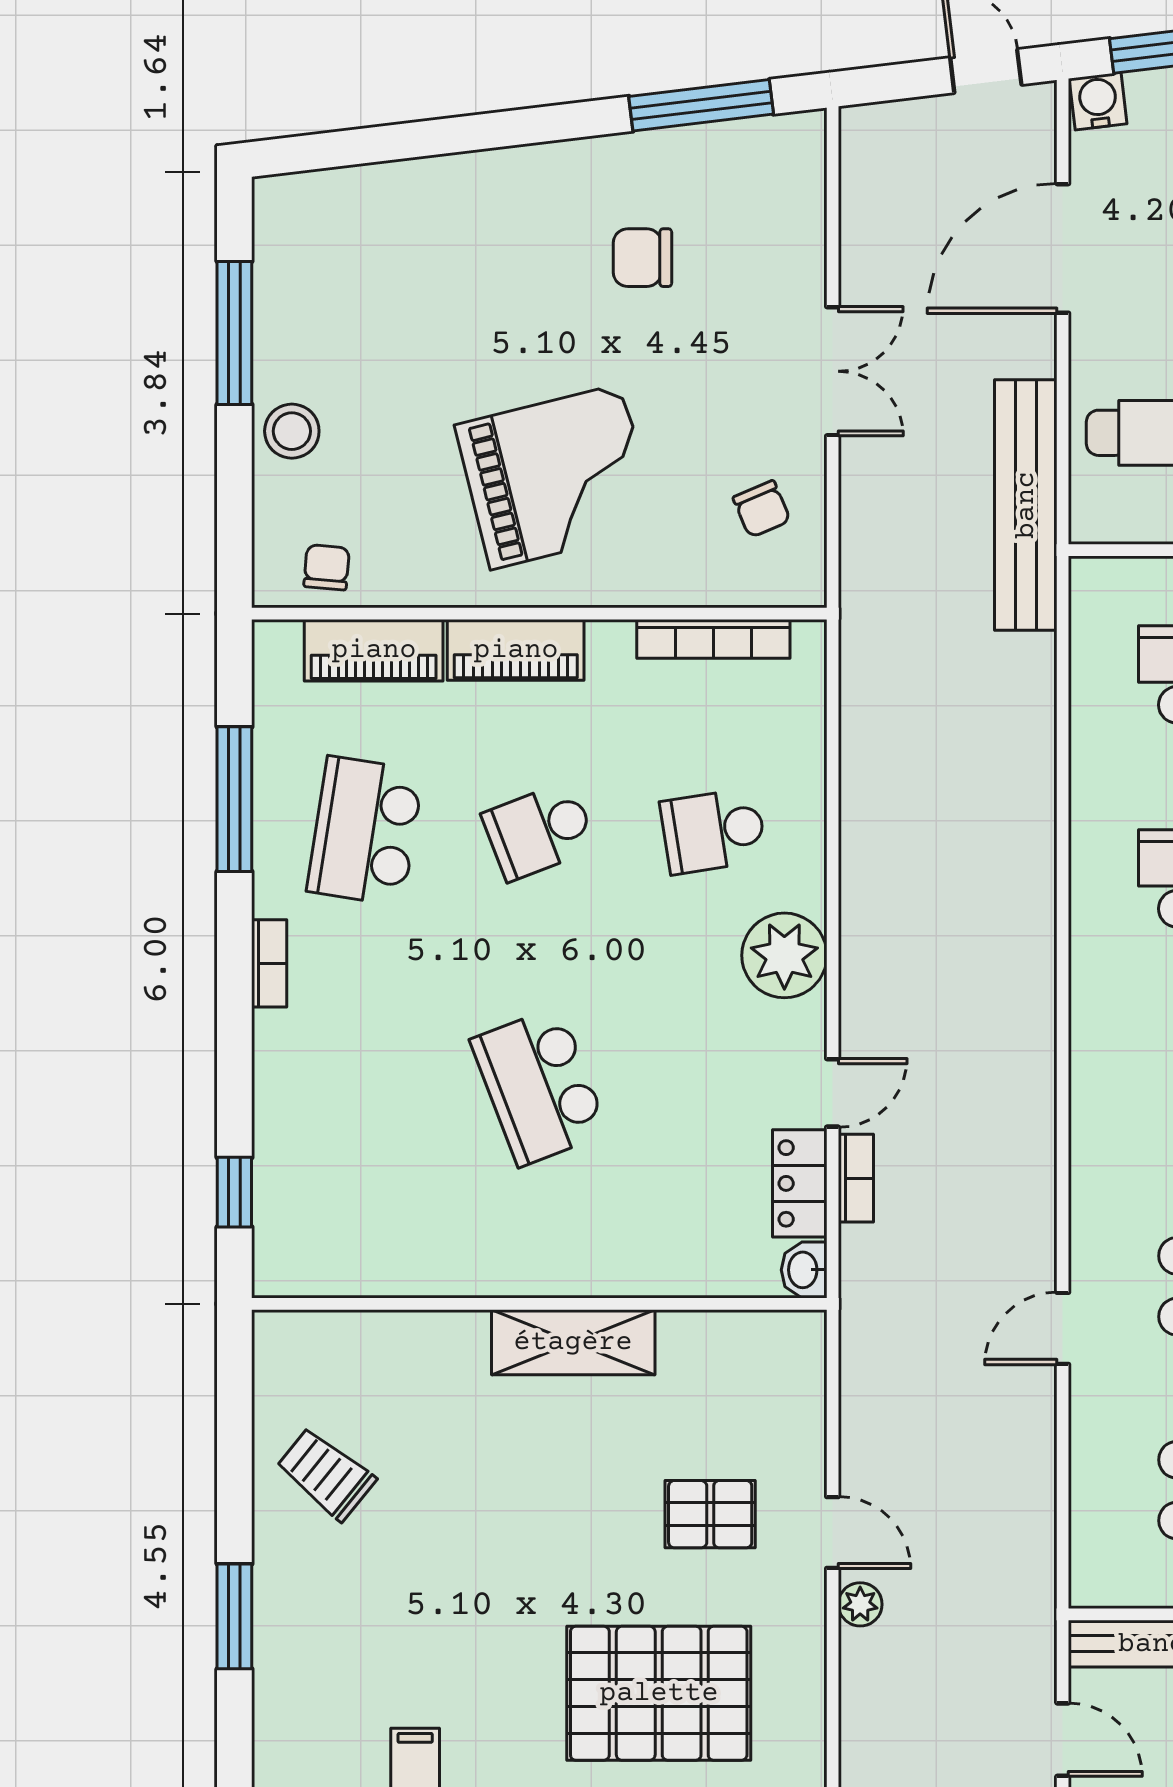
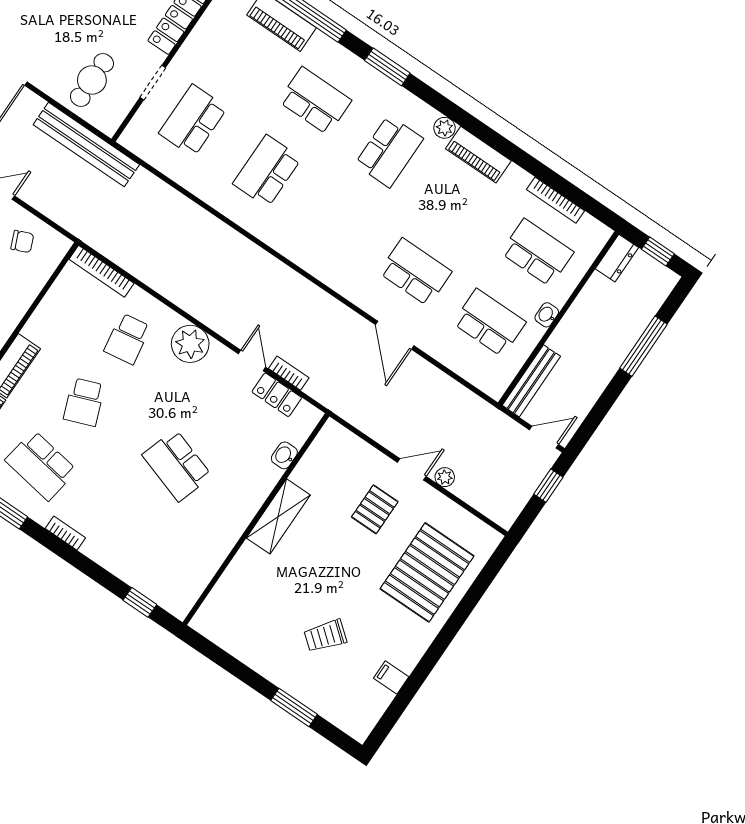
bookcase: (713, 639) -> (101, 271), moved, turned 90
school desk: (539, 1086) -> (177, 465), turned 39
washbasin: (804, 1270) -> (284, 455), moved, turned 90
door: (1063, 1328) -> (395, 335), width x1.38
trolley: (326, 1474) -> (325, 636), moved

